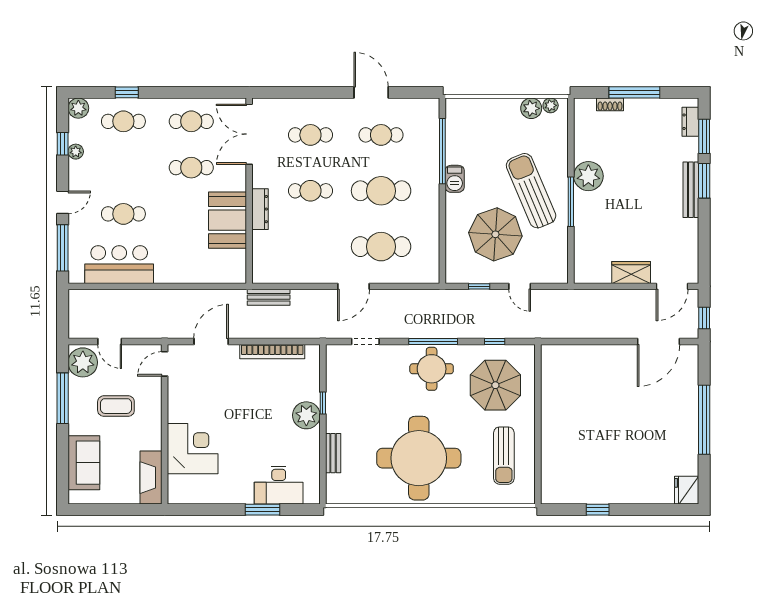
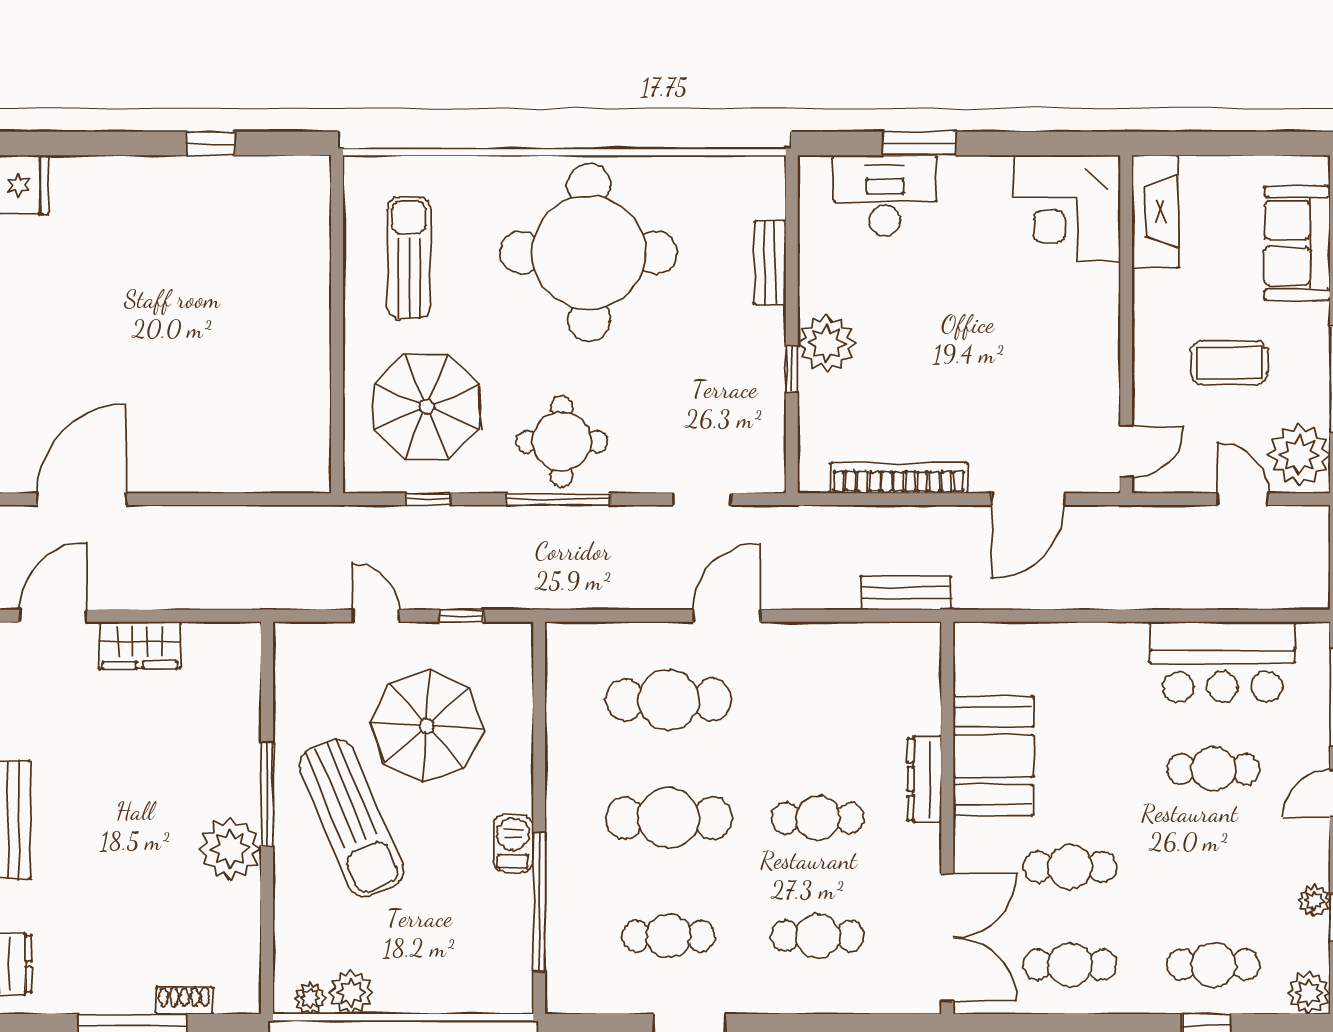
corner desk: (193, 449) -> (1067, 208), moved

